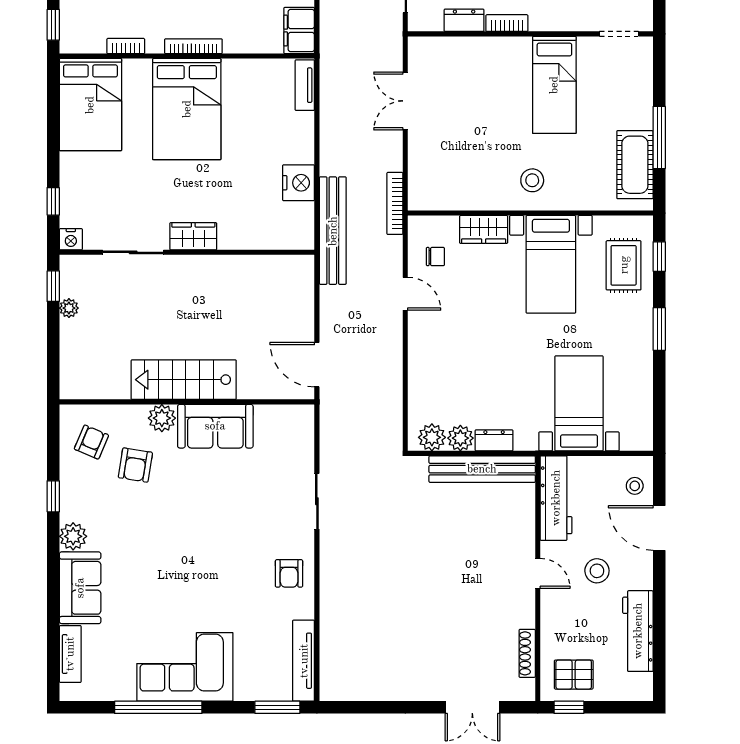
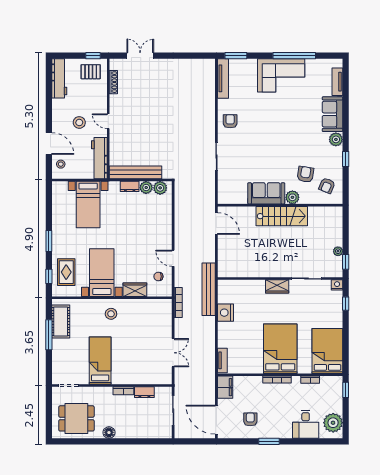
workbench: (638, 631) -> (59, 78), moved

